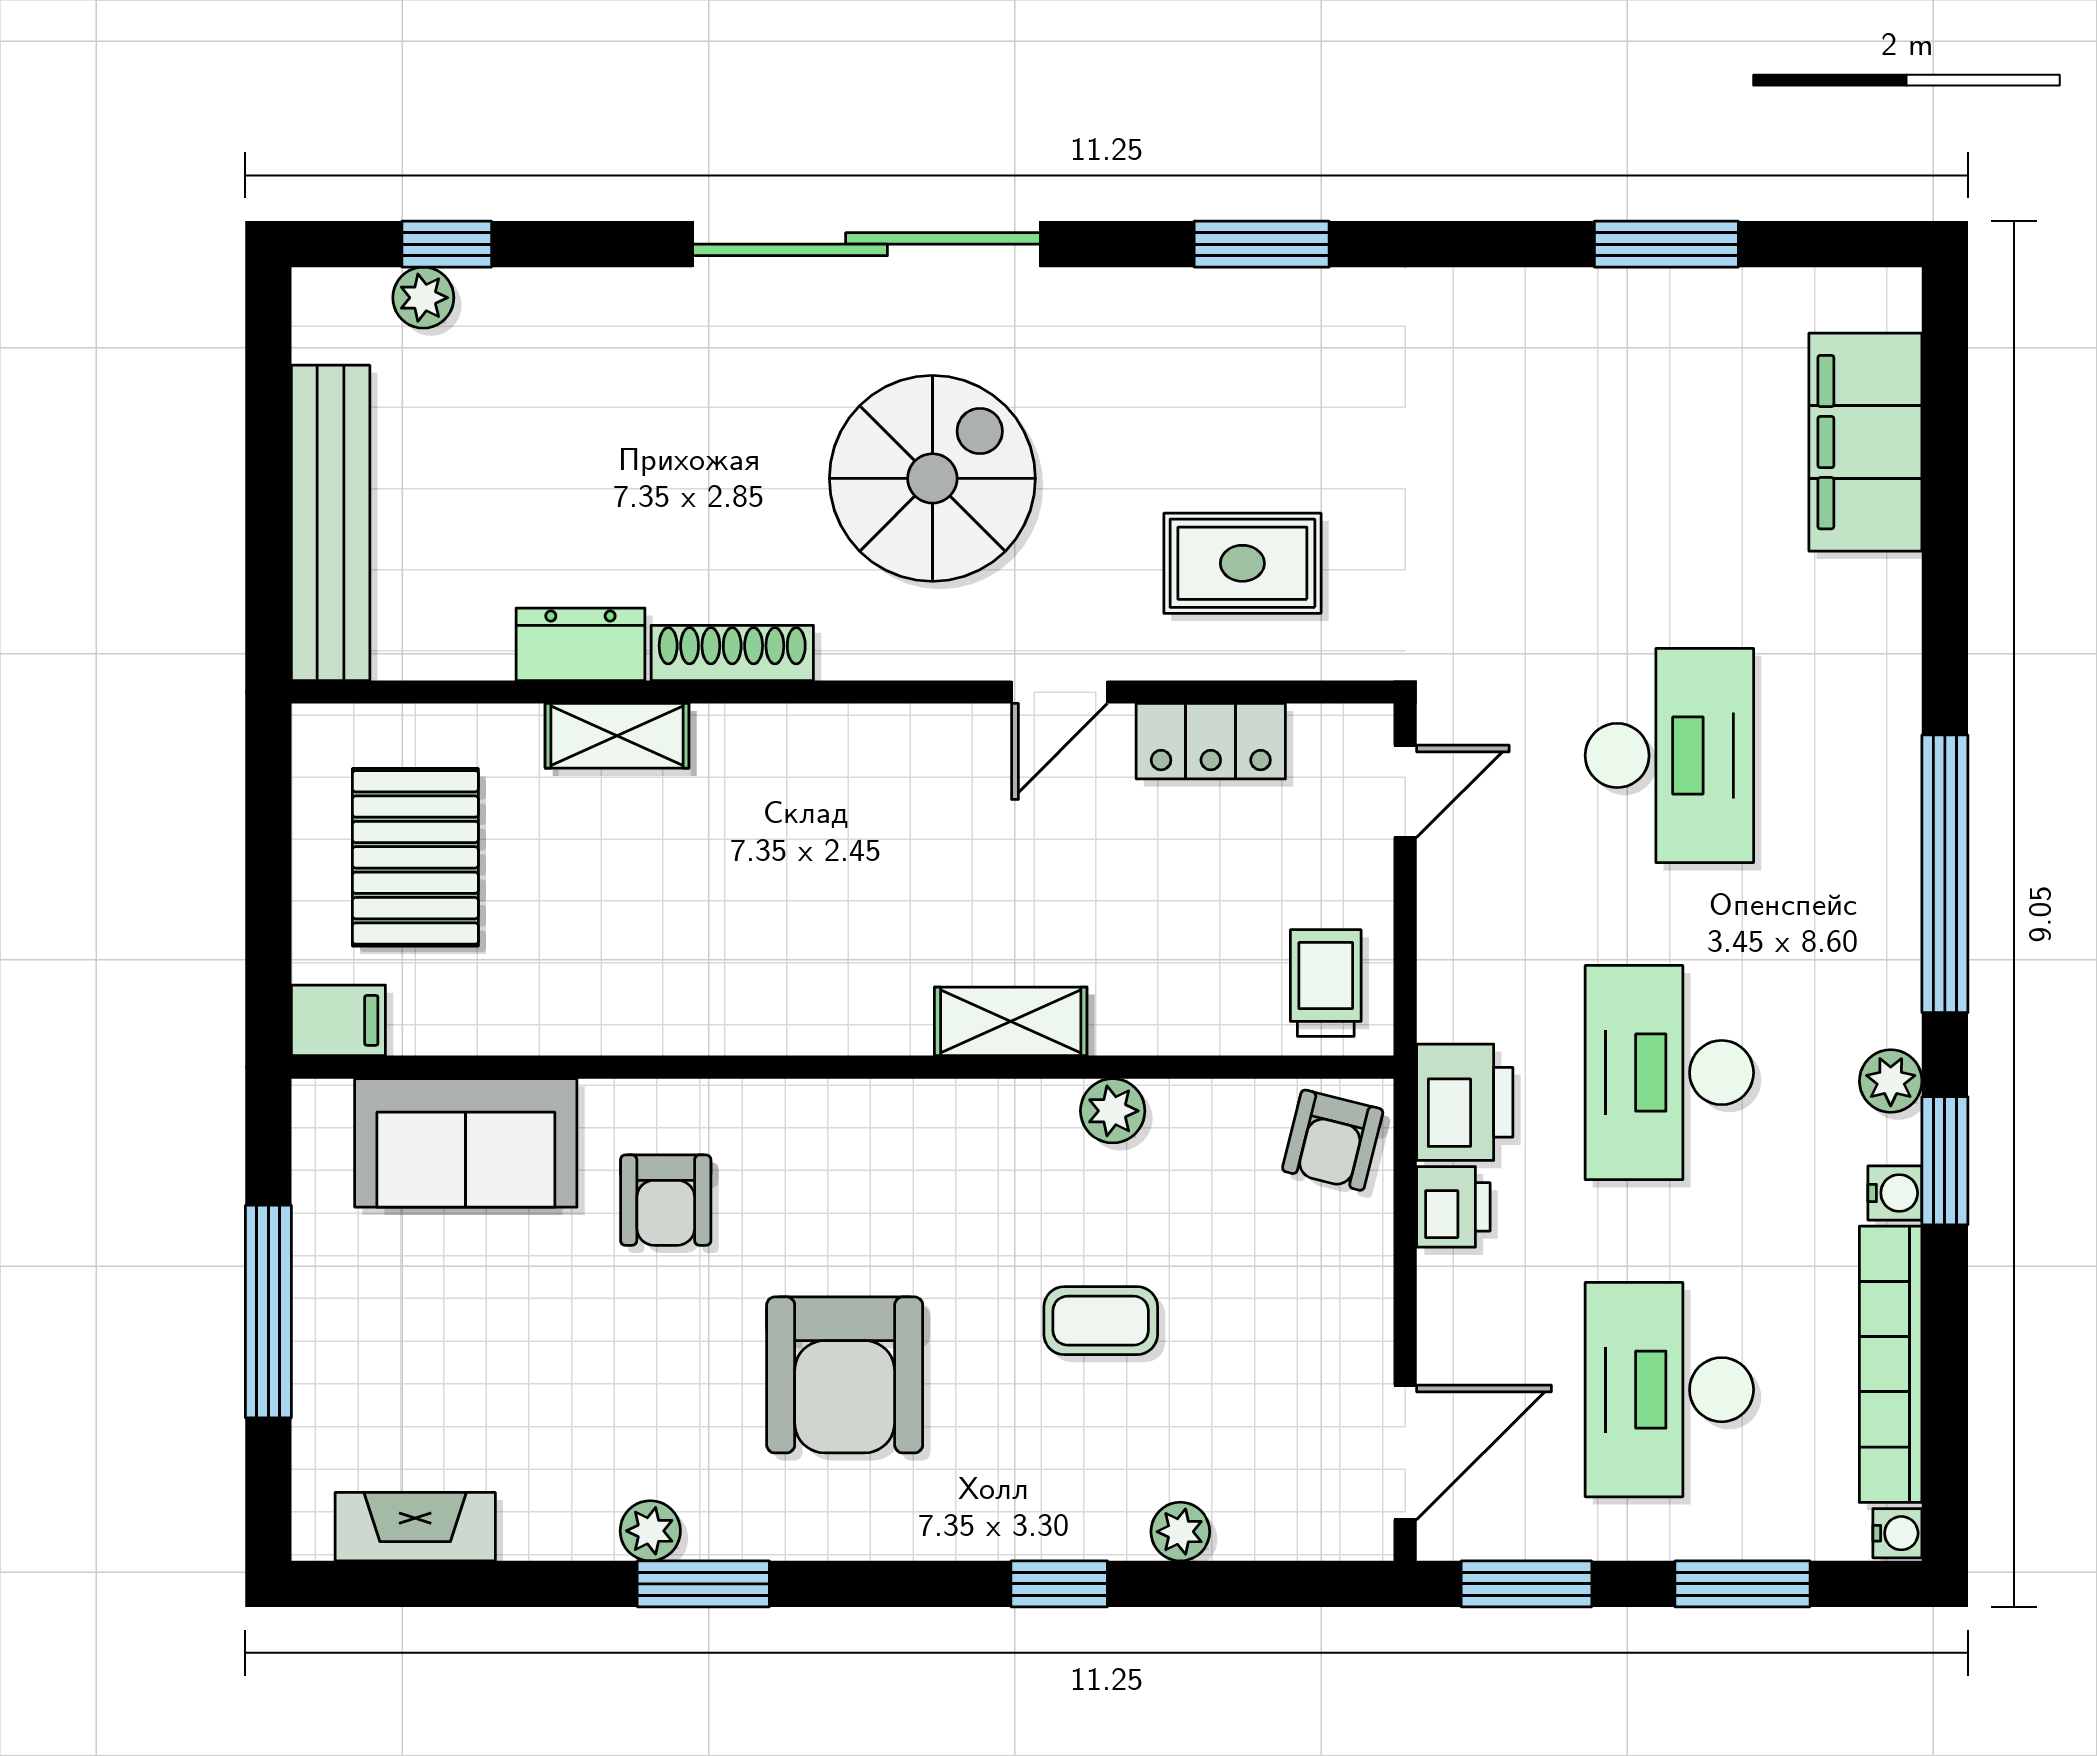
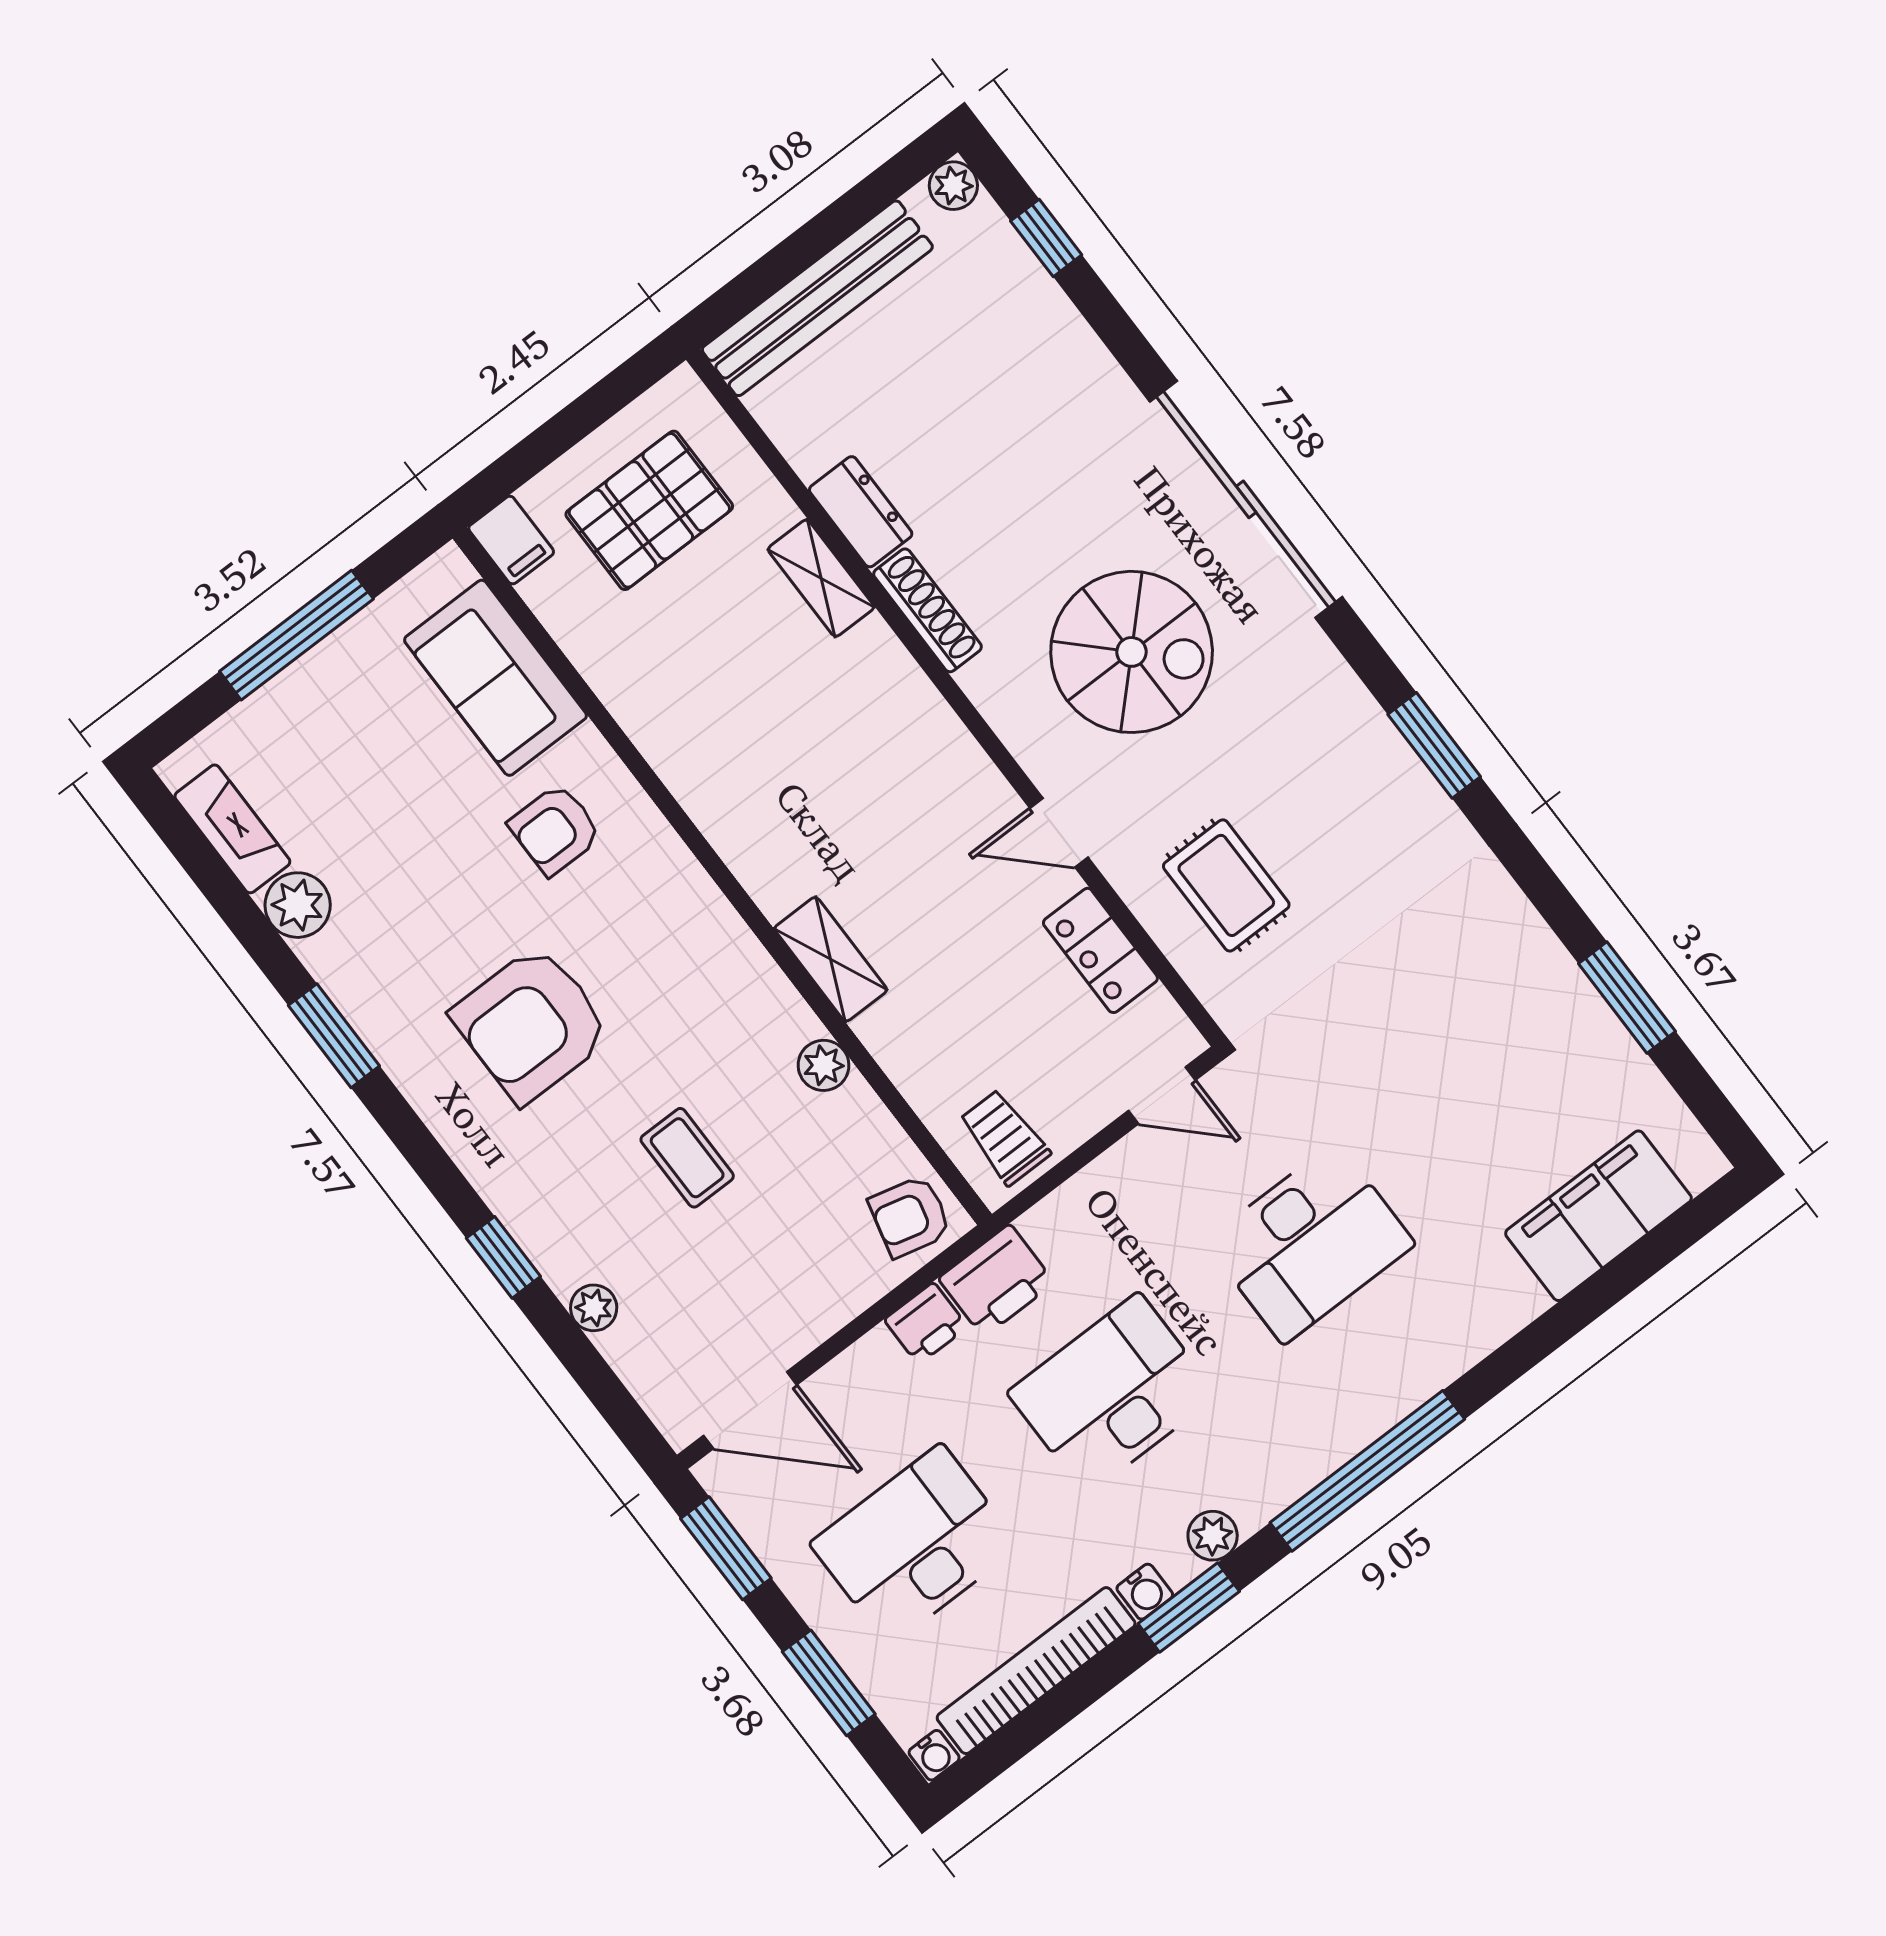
plant: (423, 298) -> (953, 186), moved
trolley: (1326, 983) -> (1005, 1137), turned -90
plant: (650, 1531) -> (298, 905), moved, width x1.38, depth x1.38

